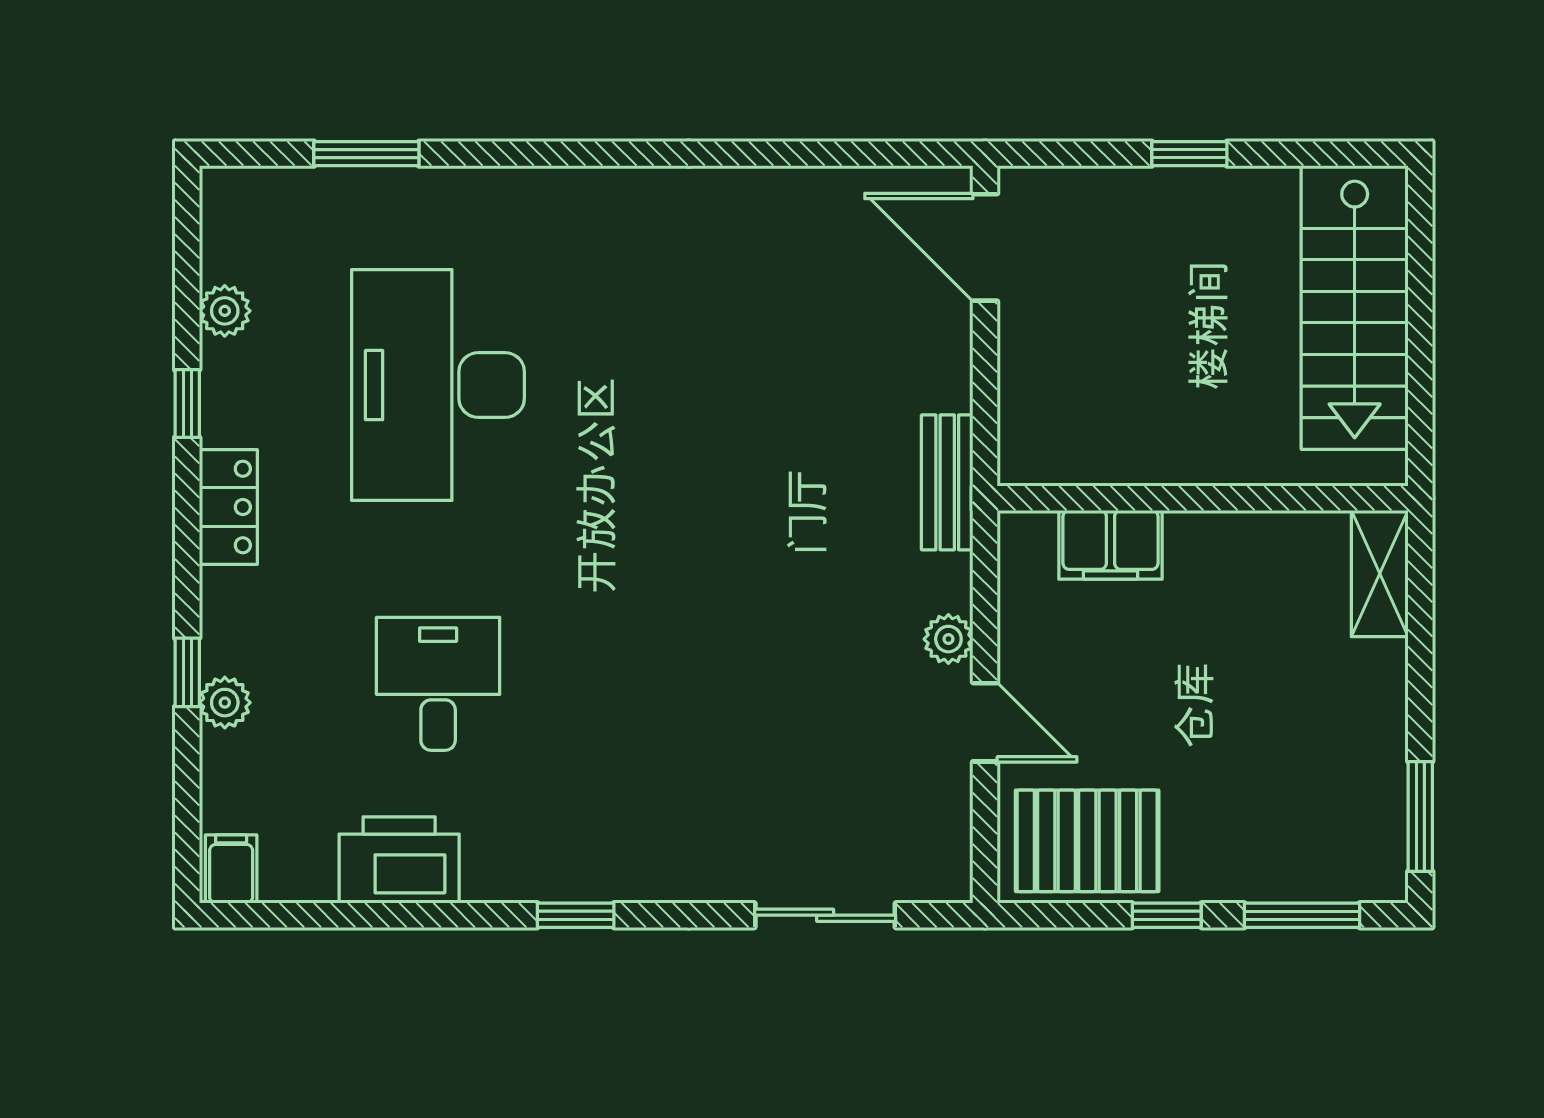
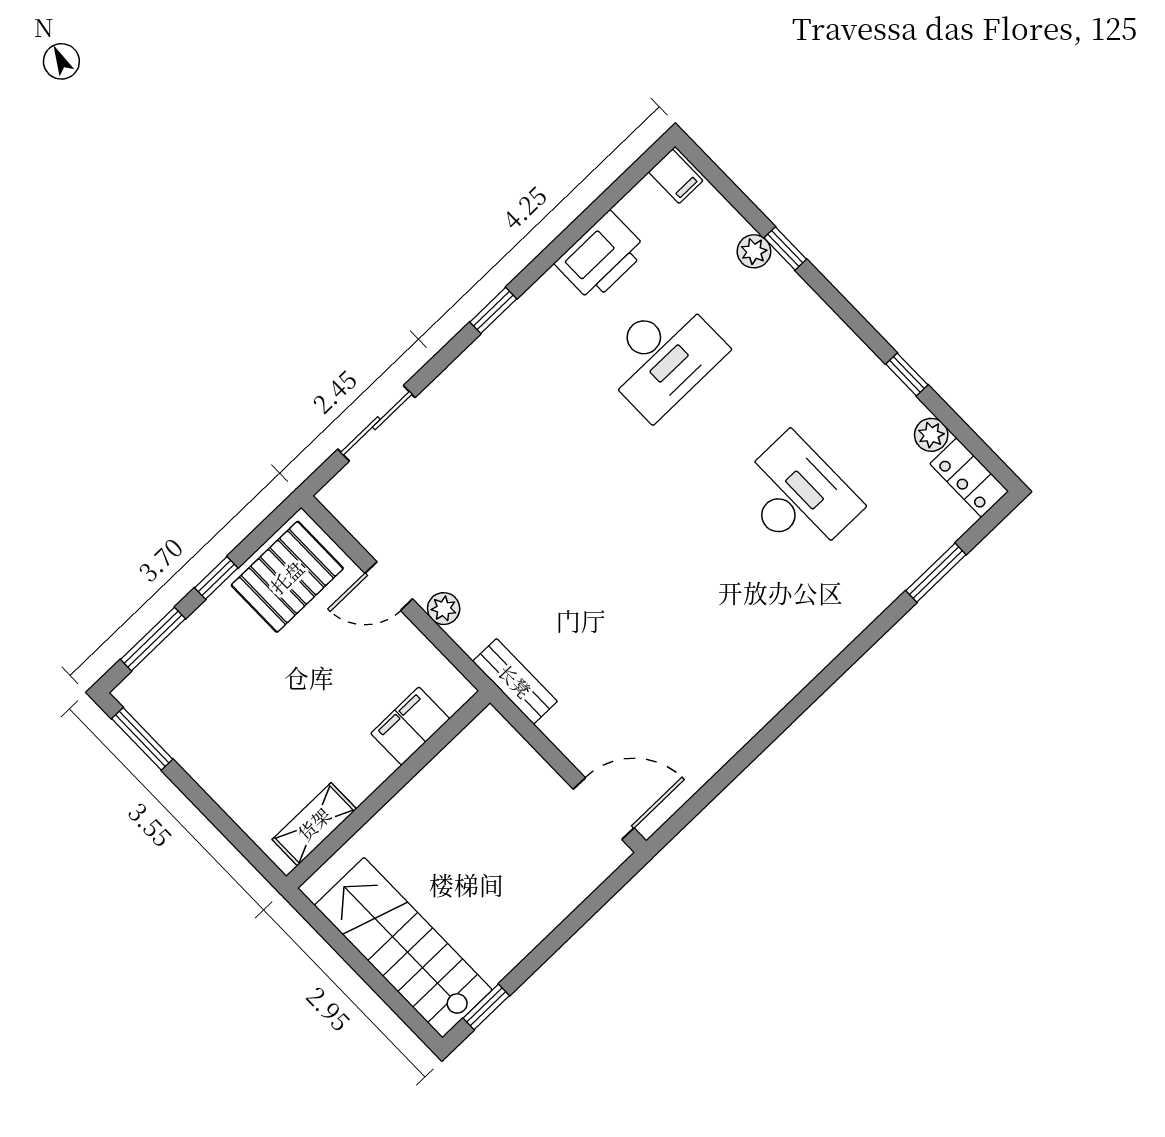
window: (1189, 154) -> (486, 1007), moved
desk: (438, 385) -> (798, 497), width x0.73, depth x0.77
locker: (228, 507) -> (969, 478), moved
shelving: (1380, 573) -> (314, 824), moved, turned 90
desk: (438, 684) -> (662, 357), width x1.37

